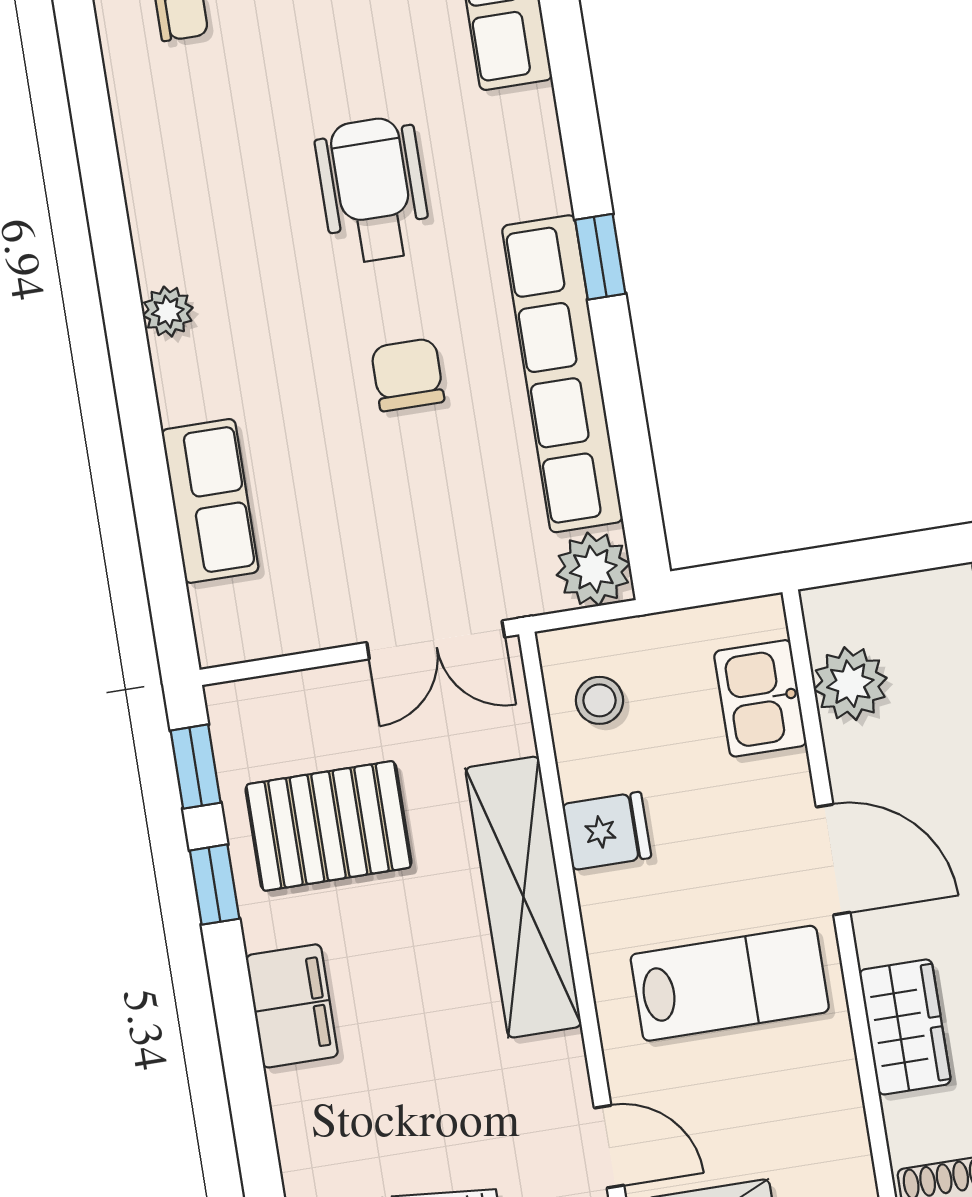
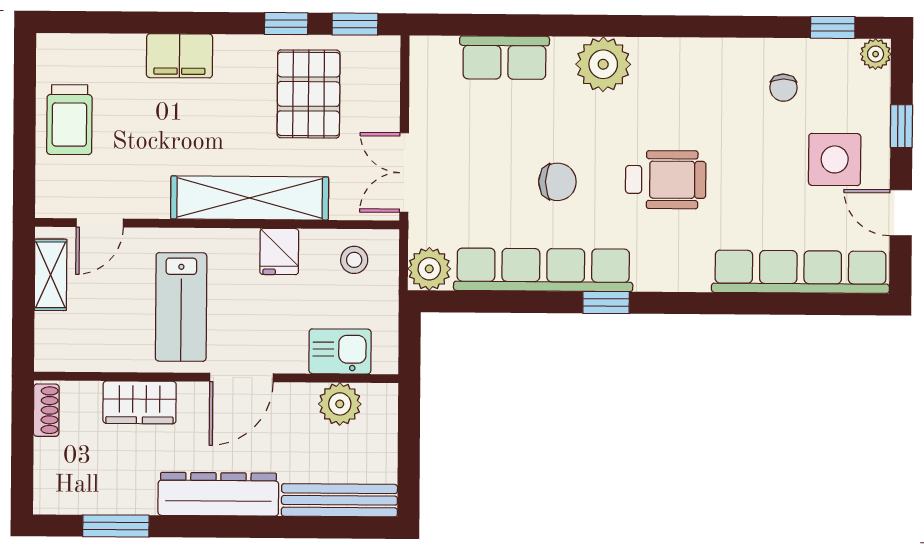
plant: (168, 312) -> (603, 64), width x1.87, depth x1.87
filing cabinet: (292, 1006) -> (180, 56), moved

